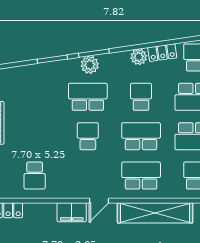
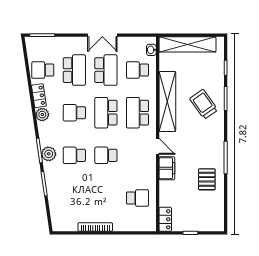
school desk: (88, 97) -> (74, 155), width x0.54

